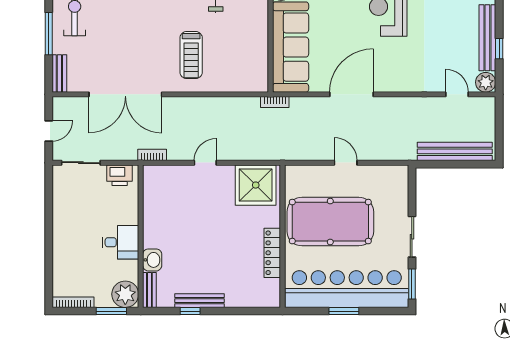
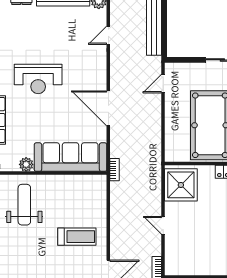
door: (457, 94) -> (108, 35), moved
door: (346, 163) -> (163, 84), moved

